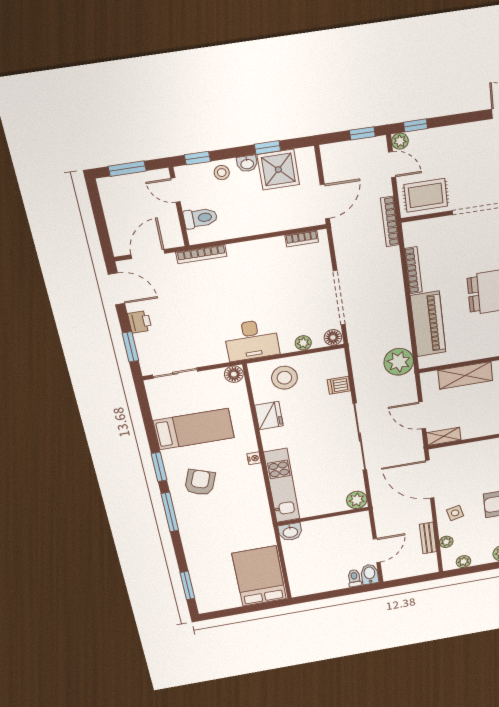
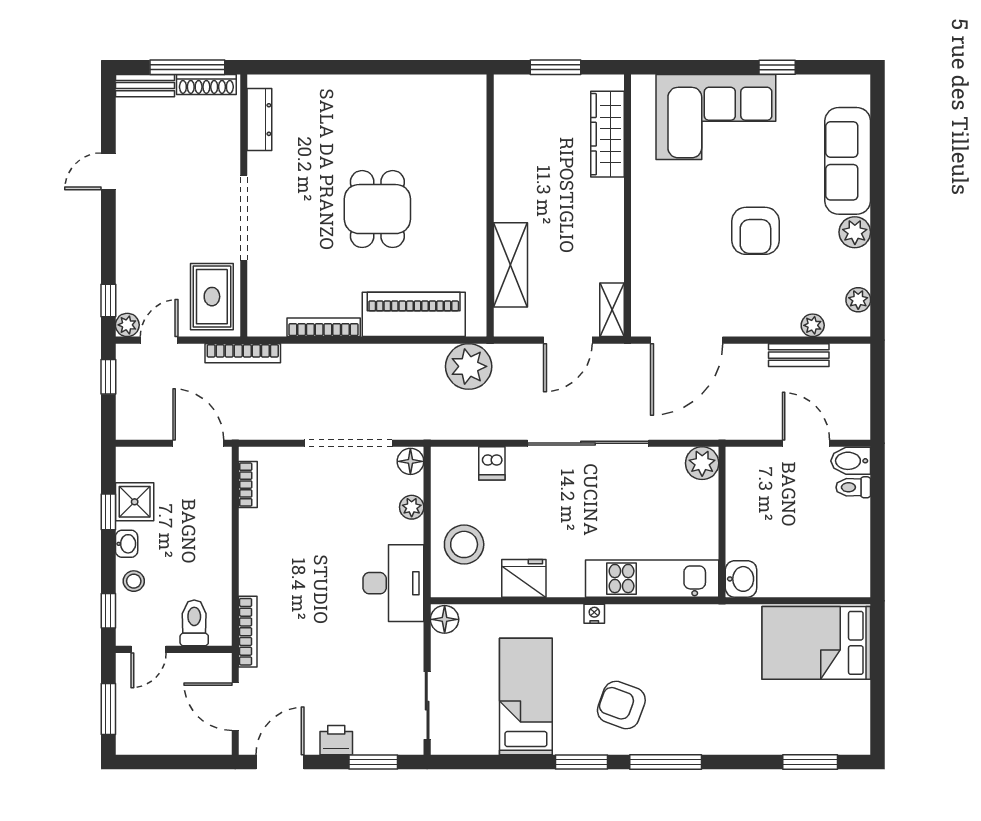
shower: (278, 170) -> (135, 502), width x0.73, depth x0.73
side table: (455, 513) -> (759, 305), removed

